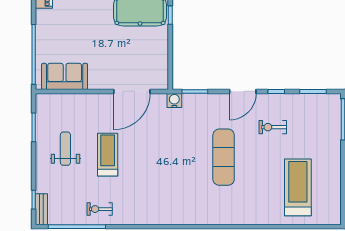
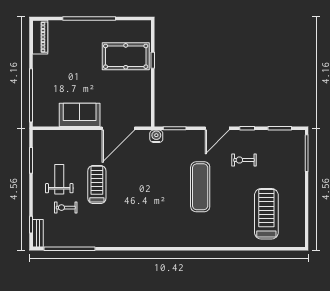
sofa: (65, 76) -> (80, 115), moved
exercise bike: (100, 209) -> (66, 208), moved

